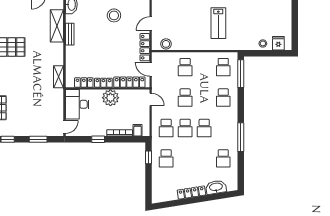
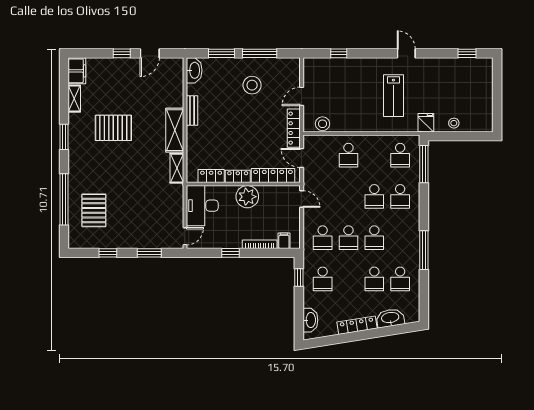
shelving: (57, 26) -> (175, 130), moved
fridge: (278, 43) -> (426, 123), moved
school desk: (185, 98) -> (374, 196), moved
school desk: (204, 158) -> (374, 279), added
washbasin: (157, 189) -> (310, 320), added

